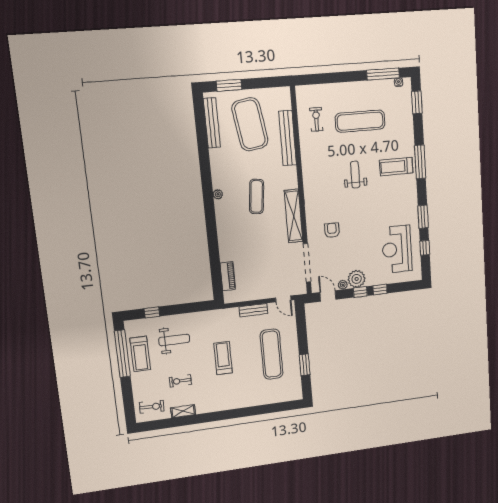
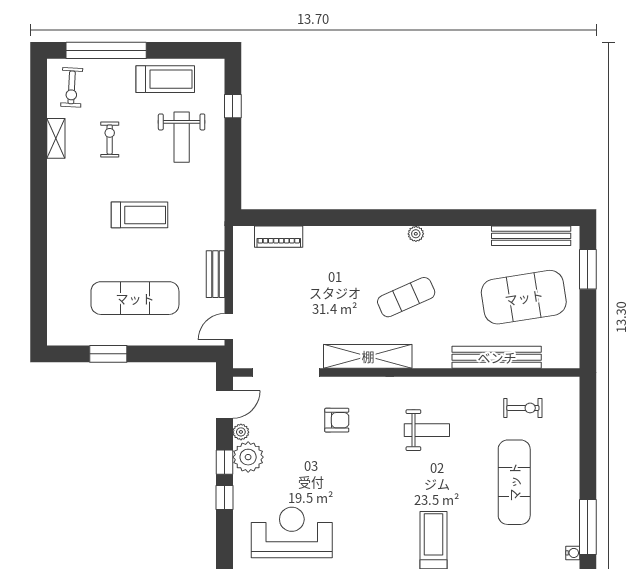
weight bench: (355, 175) -> (427, 430), moved
exercise mat: (257, 196) -> (406, 297), turned -30
window: (122, 354) -> (106, 50), moved
treadmill: (140, 354) -> (165, 79), turned 180

